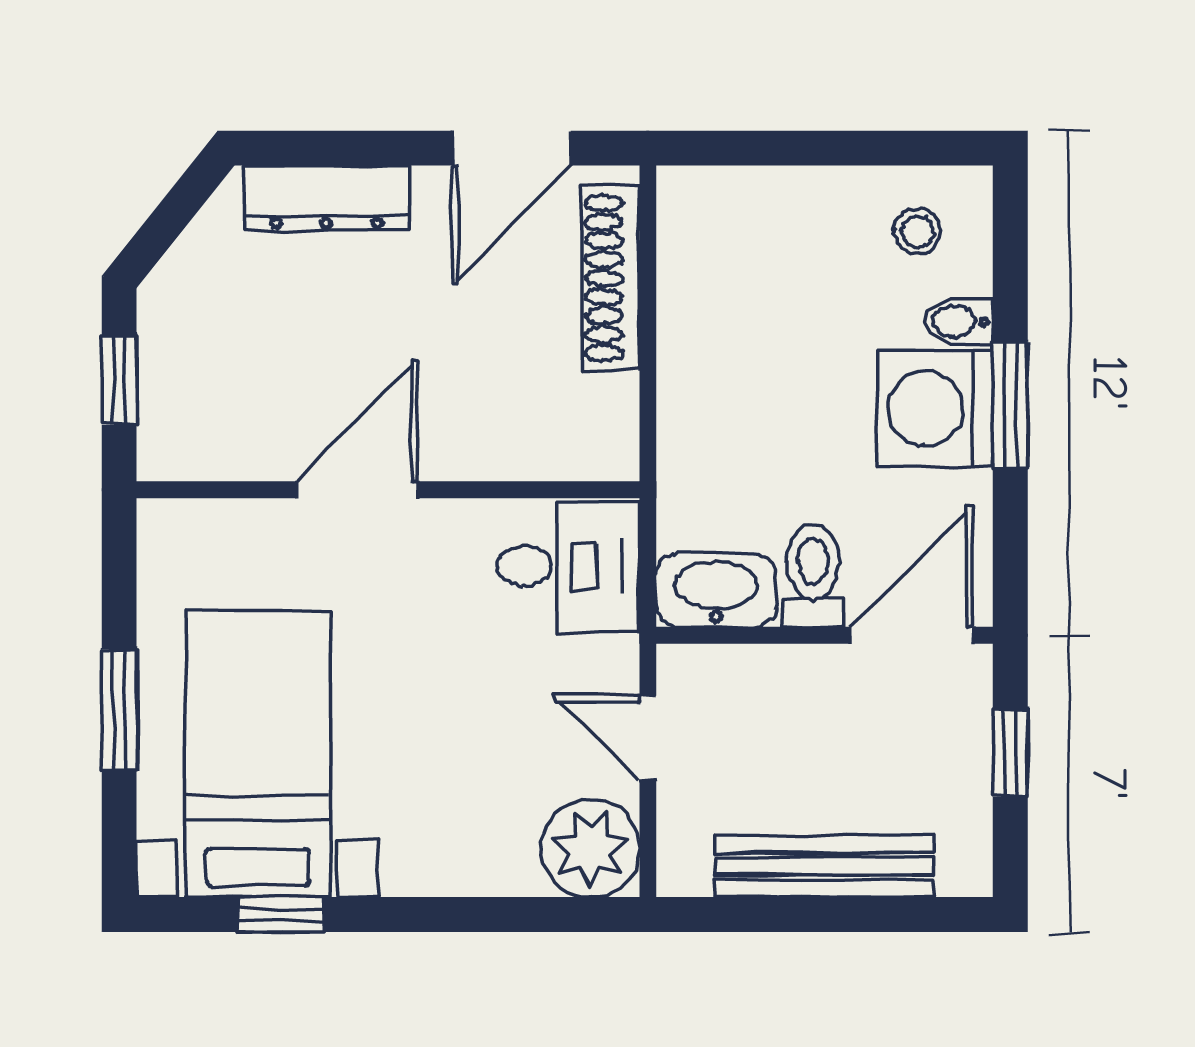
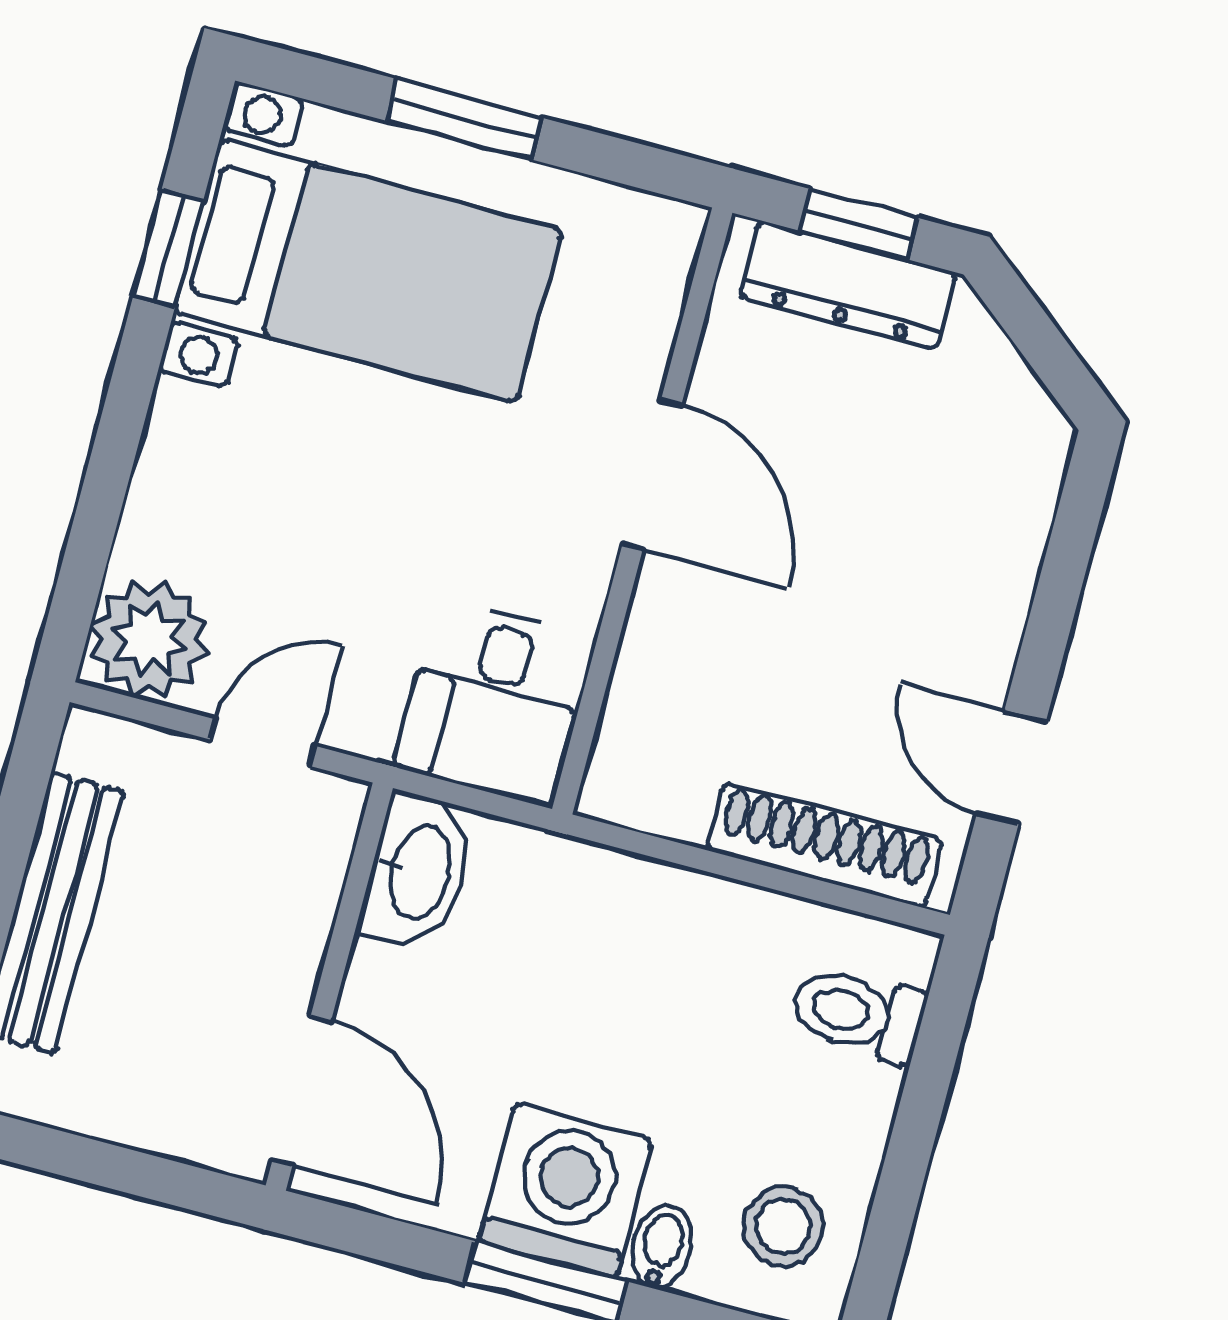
door: (511, 148) -> (1011, 767), width x0.73
dresser: (326, 198) -> (848, 285), moved, turned -90
stool: (917, 231) -> (783, 1226), width x1.37, depth x1.37
toilet: (813, 576) -> (858, 1014), moved, turned 180
window: (1010, 753) -> (130, 1171), removed

